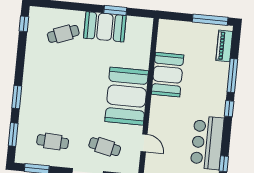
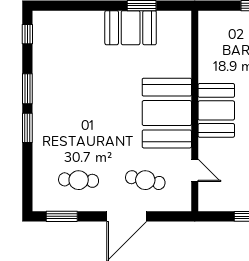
cafe table: (63, 34) -> (79, 42), removed
booth: (168, 75) -> (216, 110), moved
window: (13, 135) -> (27, 89), moved

